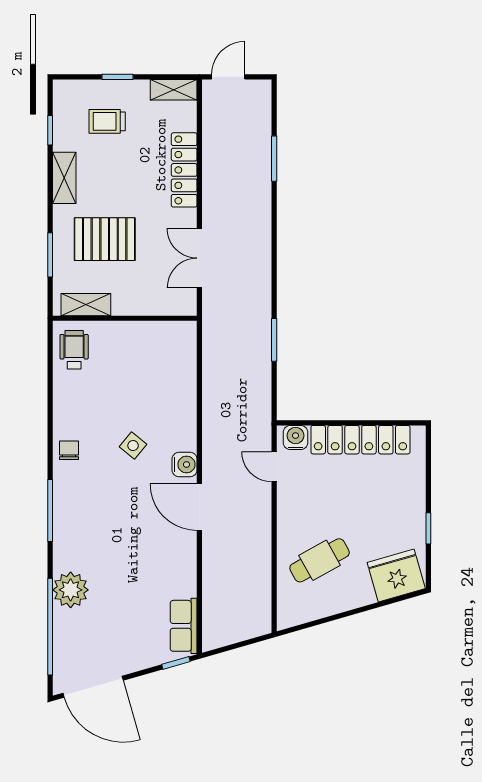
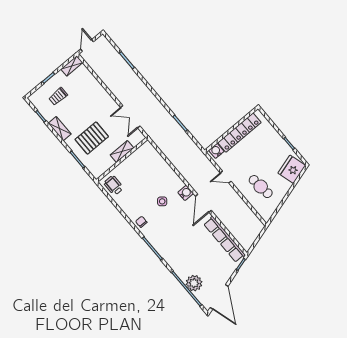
locker: (184, 170) -> (99, 91), removed
shelving: (86, 305) -> (122, 151), moved
door: (274, 467) -> (226, 177), moved
door: (199, 507) -> (203, 203), hinge flipped
cafe table: (320, 560) -> (261, 187), turned -67
plant: (71, 590) -> (194, 283), moved
row of seats: (184, 626) -> (224, 239), width x2.02
door: (93, 687) -> (219, 297), hinge flipped

